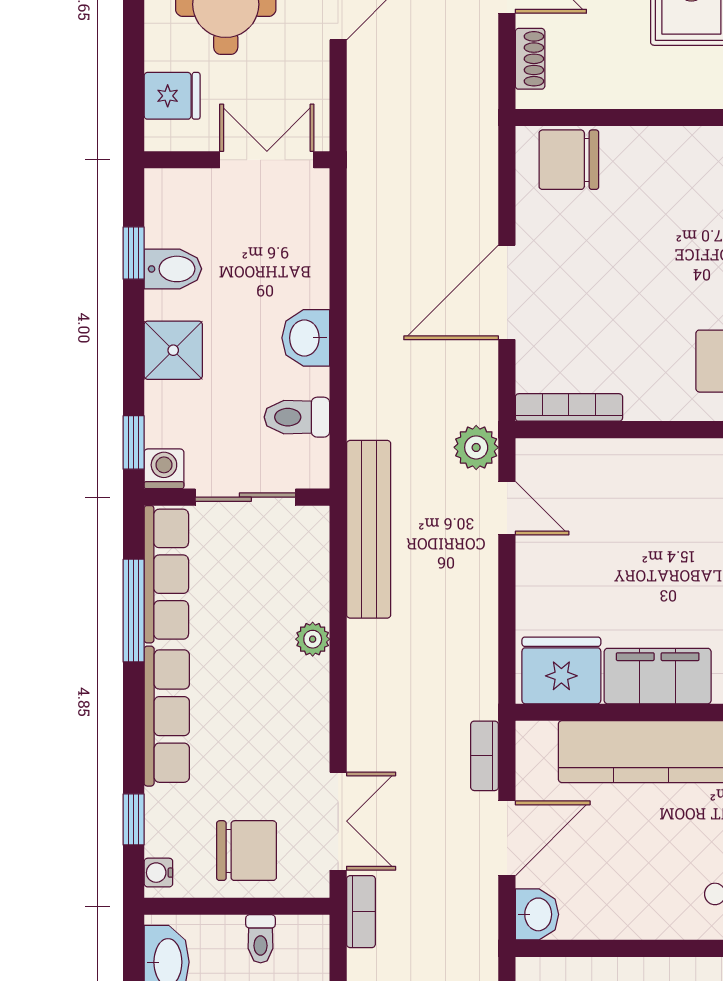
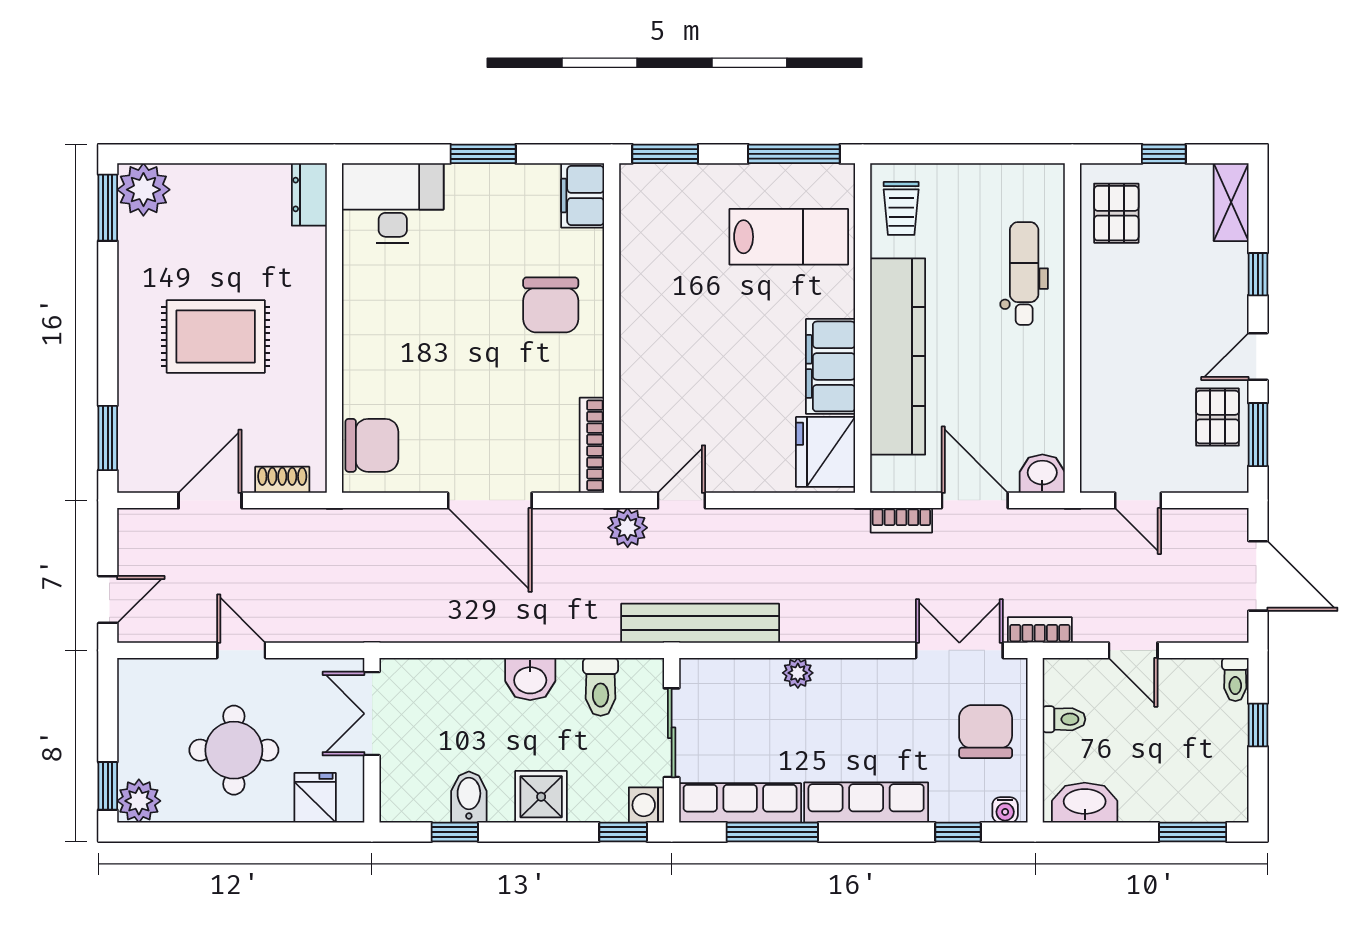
chair: (569, 160) -> (372, 445), turned -90

